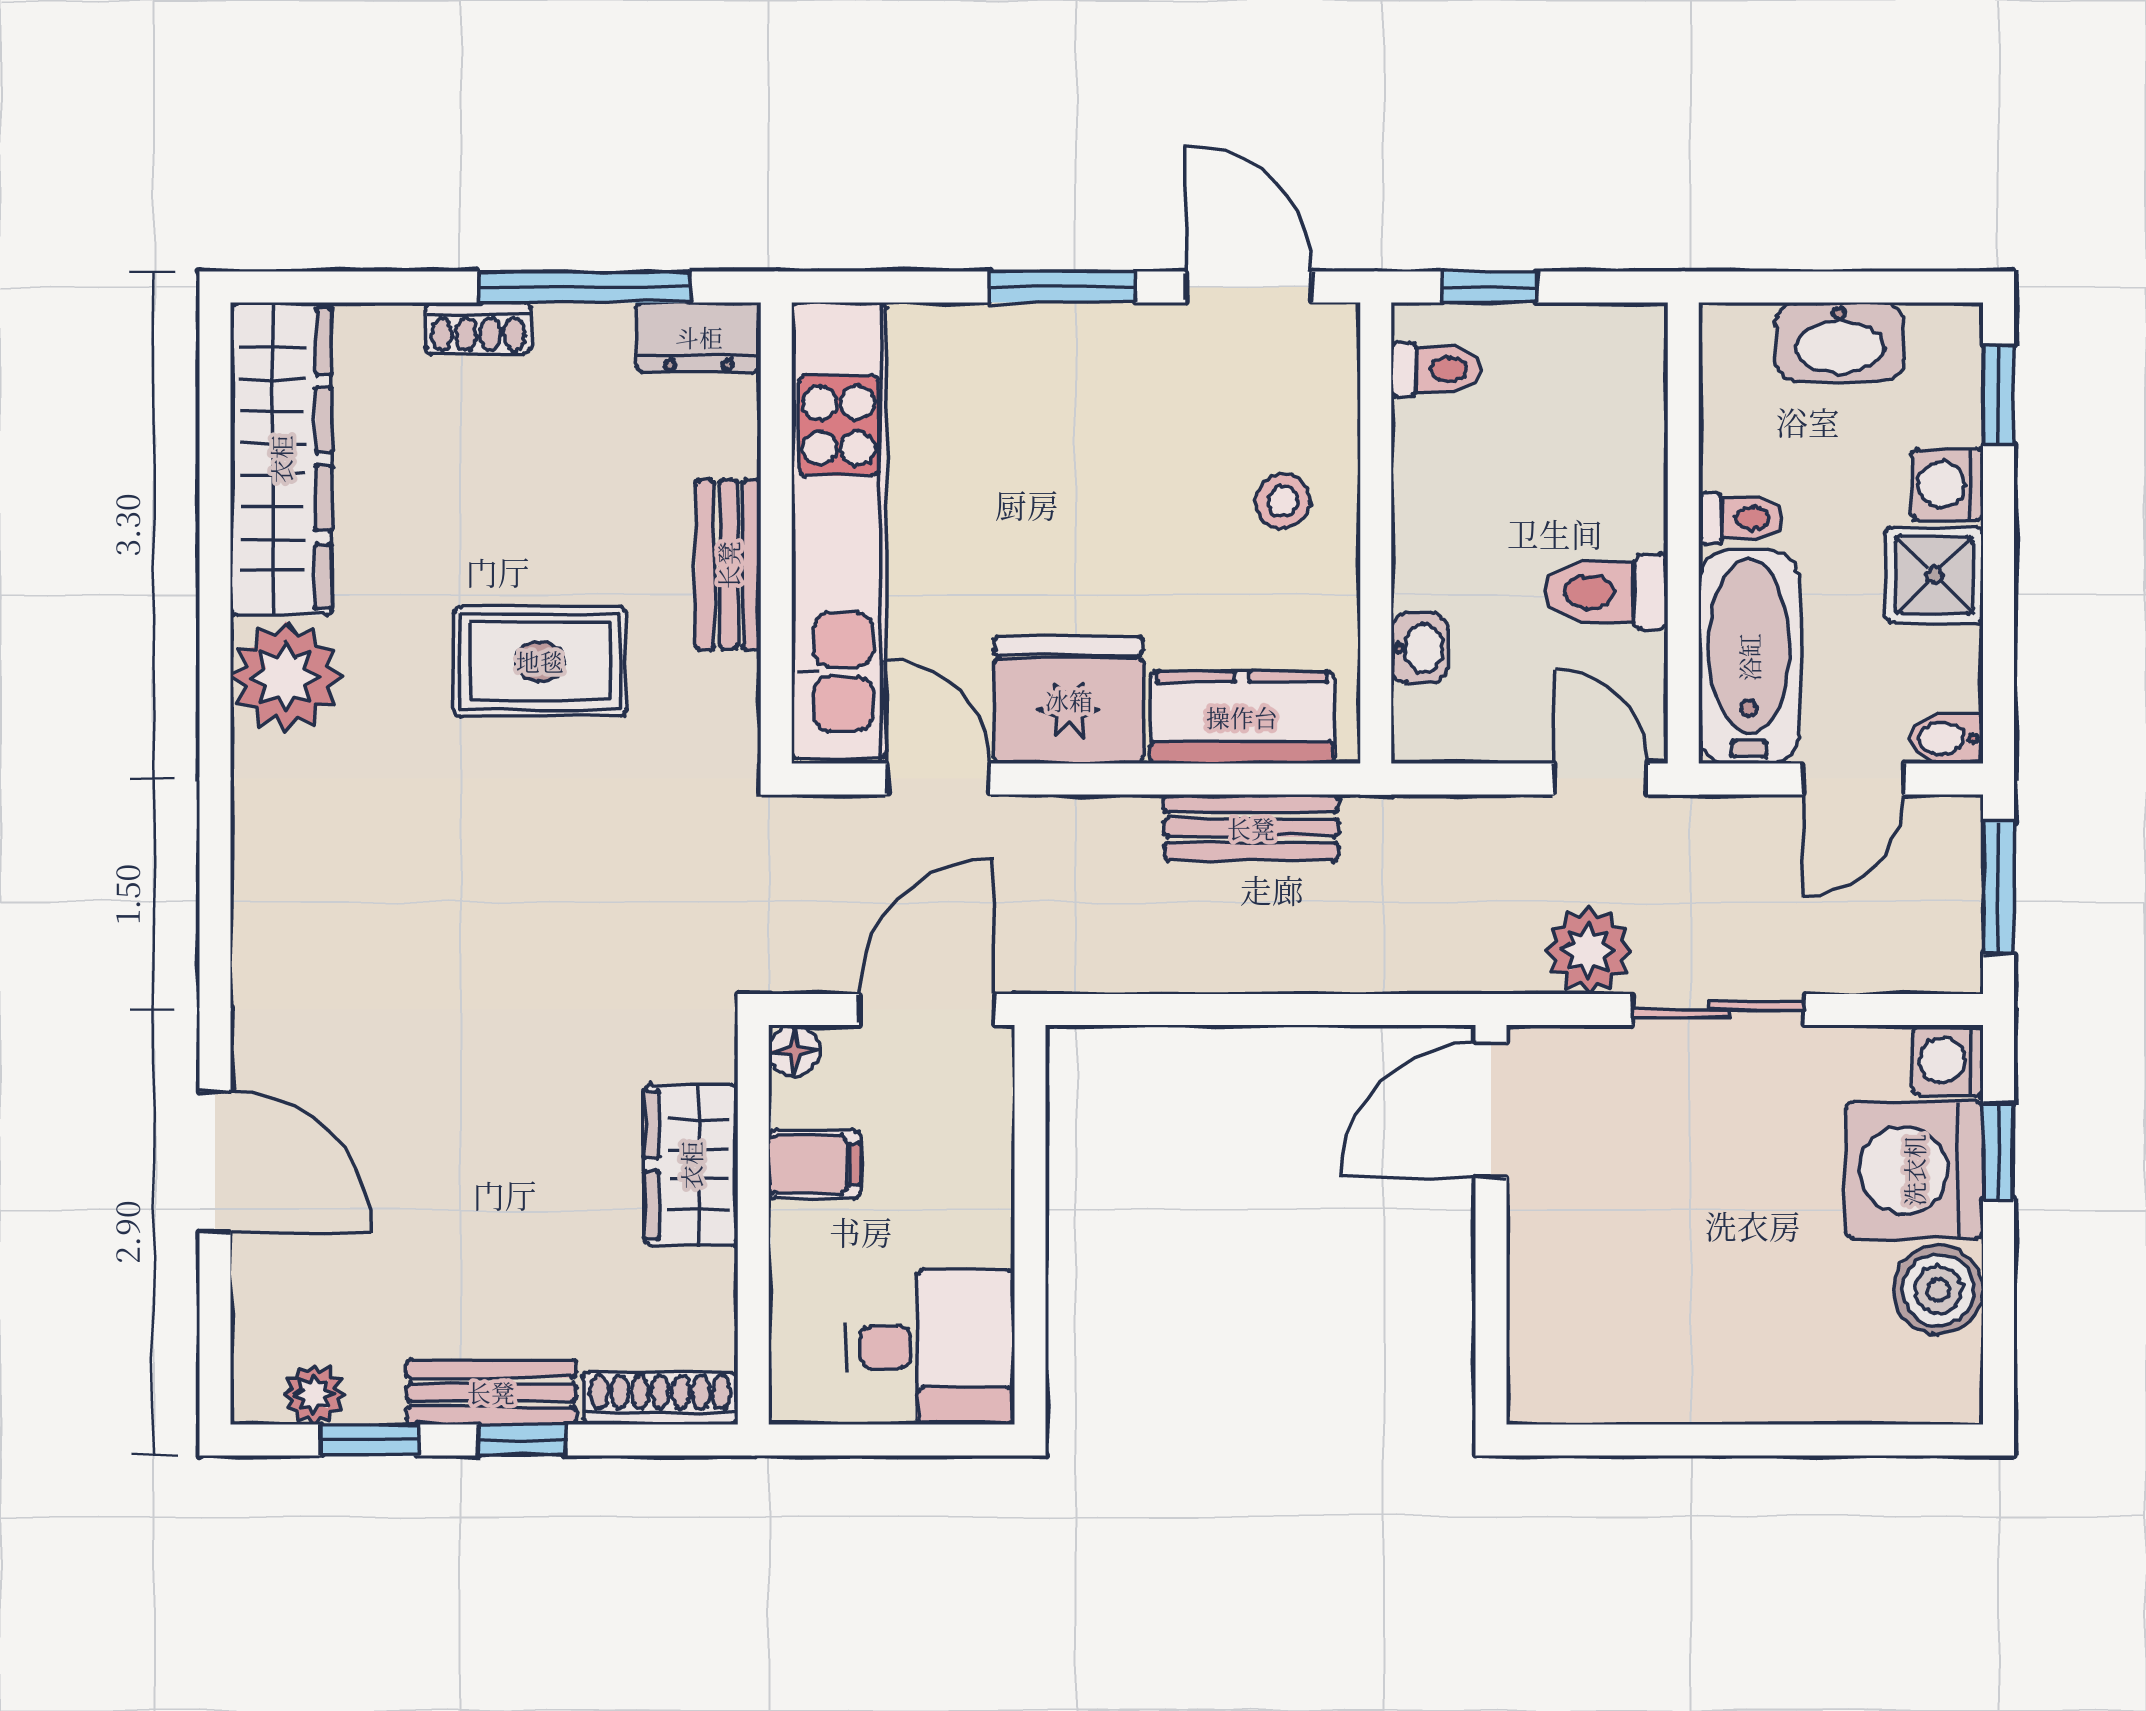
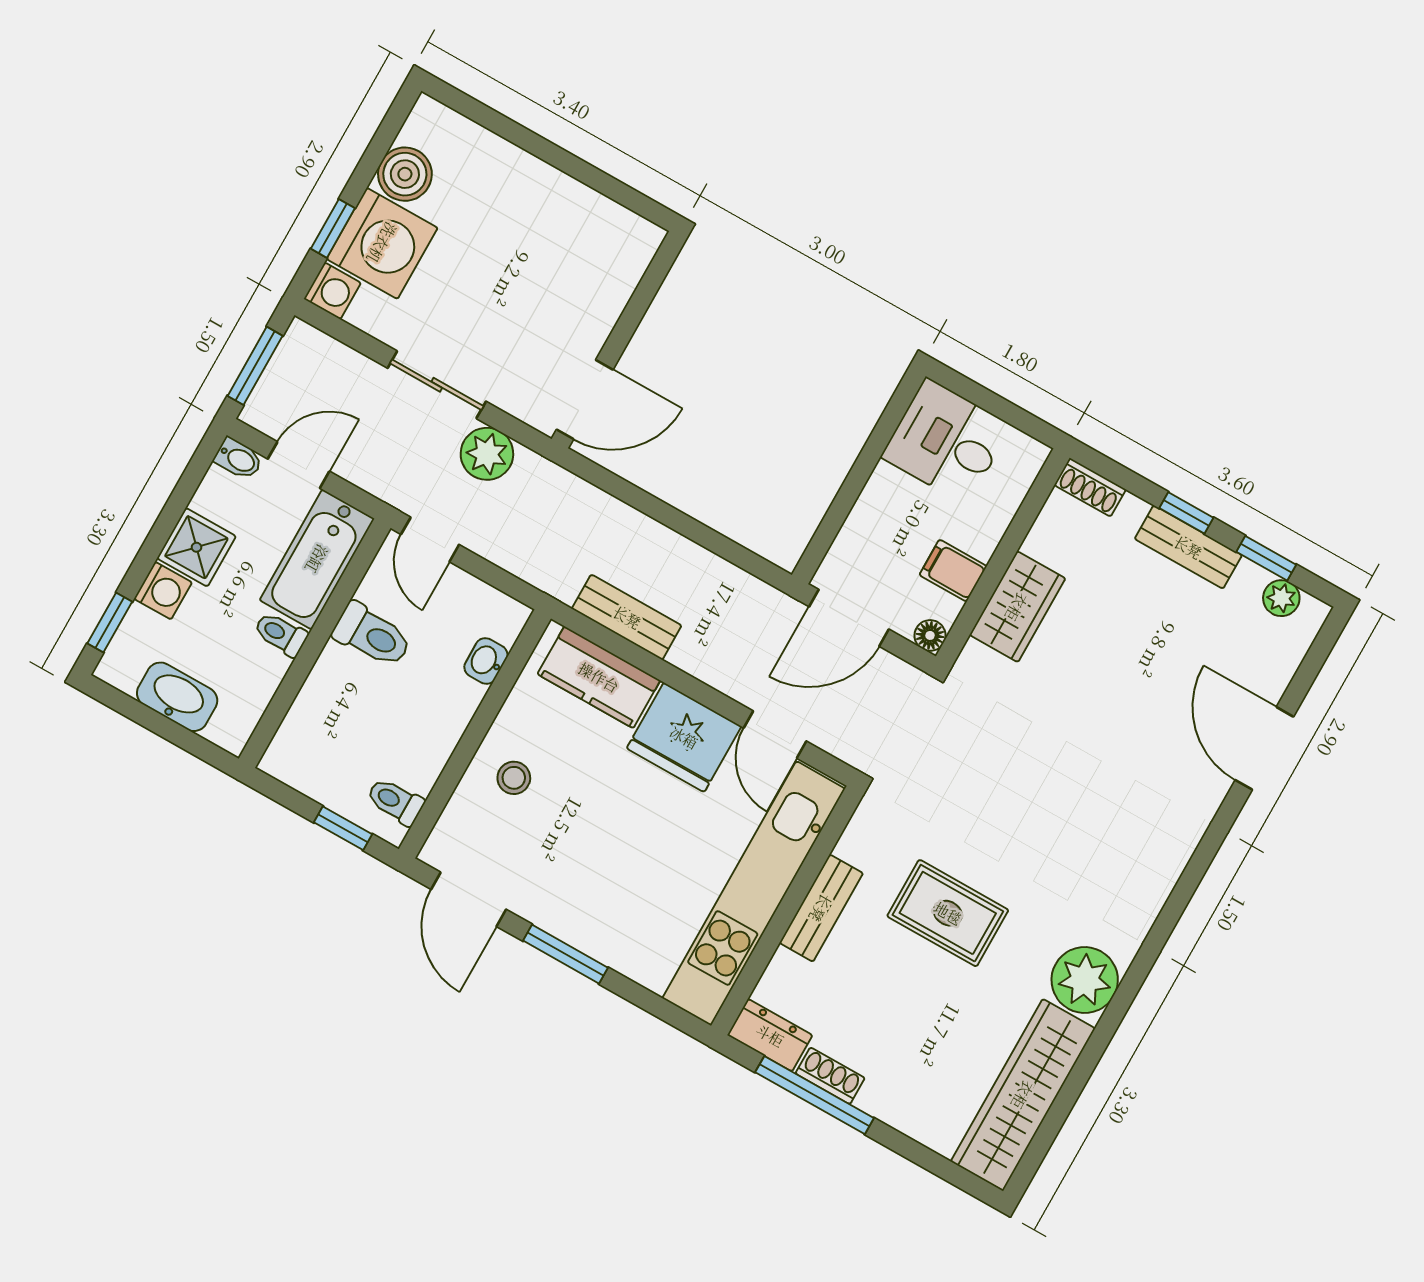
shoe rack: (478, 328) -> (830, 1076), moved
shoe rack: (660, 1398) -> (1090, 487), width x0.70

